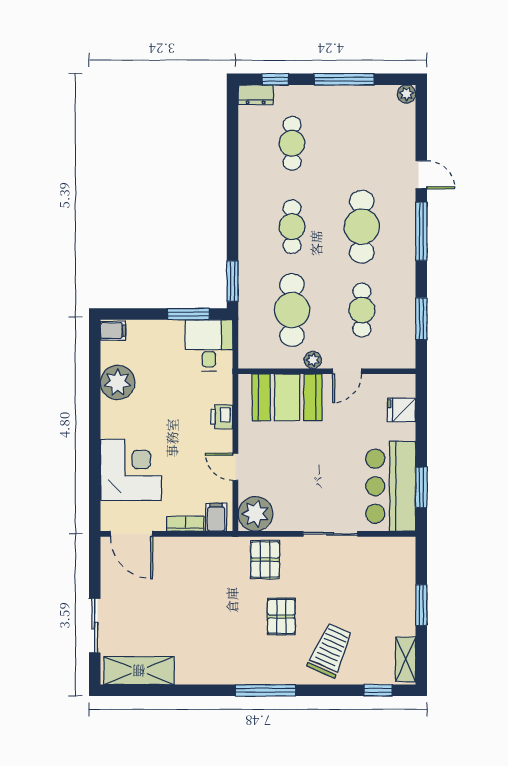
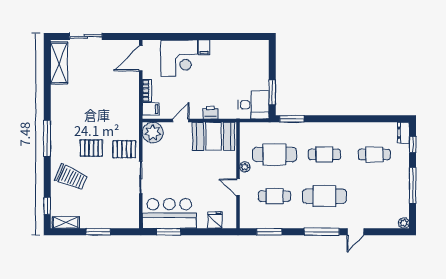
filing cabinet: (113, 331) -> (204, 47), moved
plant: (118, 383) -> (231, 50), removed
booth: (287, 397) -> (214, 136), moved, turned 90
pallet: (265, 560) -> (124, 149), moved

